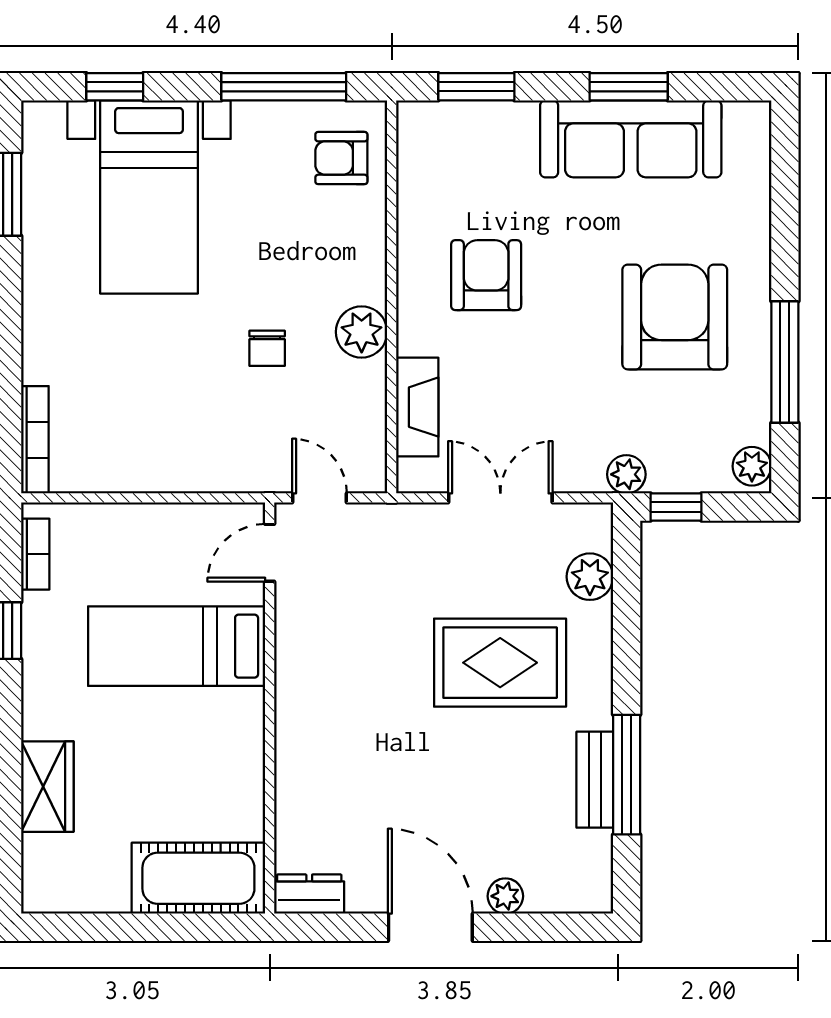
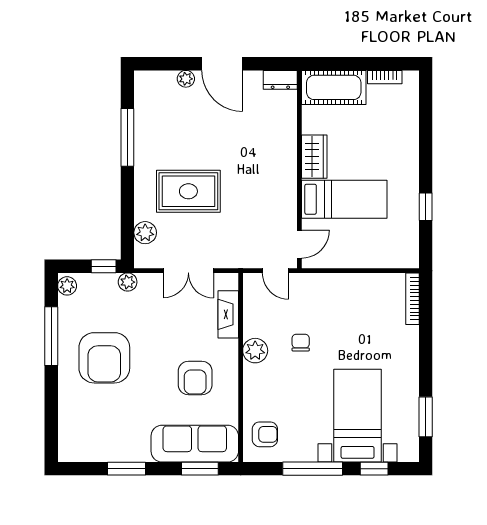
window: (284, 87) -> (313, 469), moved
sofa: (631, 139) -> (195, 444), moved
bookcase: (35, 554) -> (385, 77), moved, turned -90
bench: (595, 780) -> (143, 135), removed
wardrobe: (47, 787) -> (314, 157), moved, turned 180

